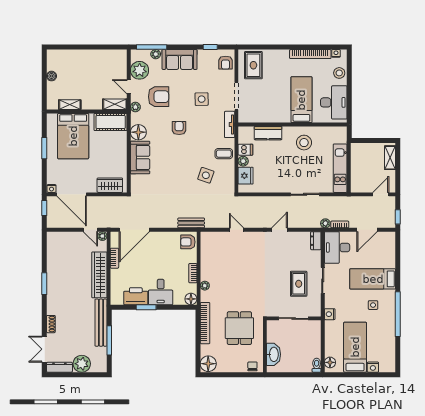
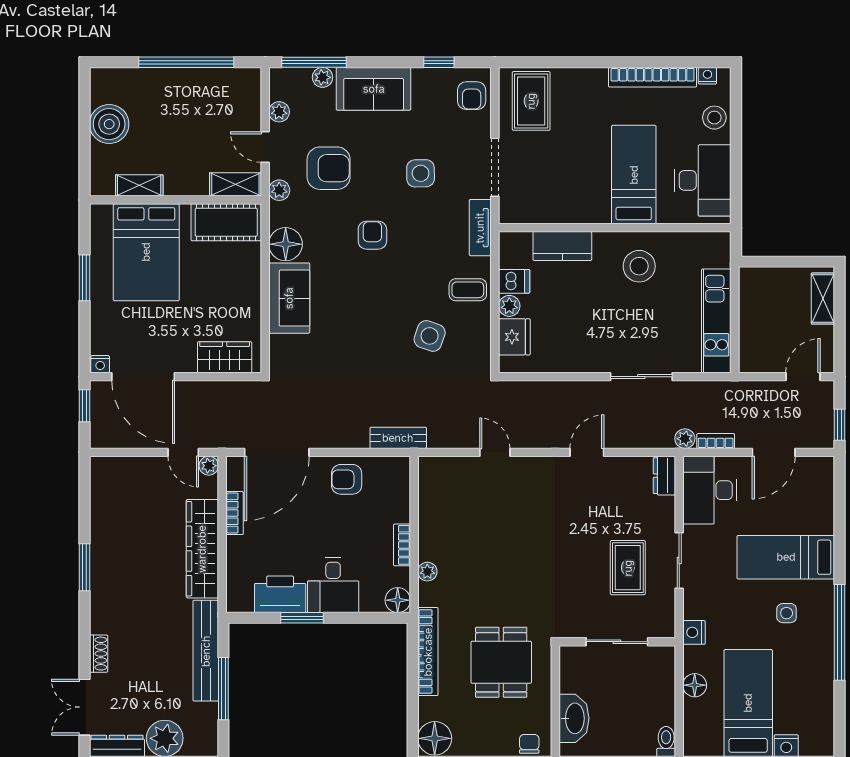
window: (92, 47) -> (186, 62), added
plant: (140, 70) -> (279, 112), width x0.53, depth x0.53
boiler: (51, 76) -> (109, 124), width x1.86, depth x1.86
armchair: (188, 242) -> (347, 479), moved
floor lamp: (330, 362) -> (695, 685), moved

